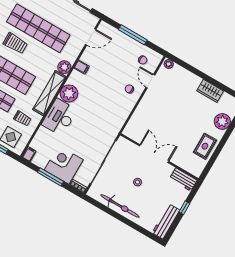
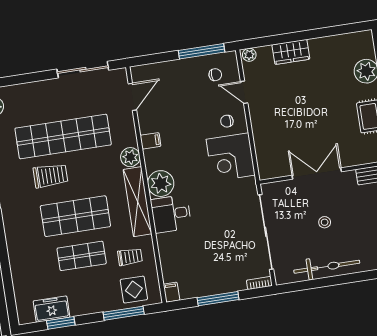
window: (133, 35) -> (202, 51), moved
wardrobe: (210, 91) -> (291, 52), moved
desk: (59, 117) -> (171, 214), width x0.73
corner desk: (64, 165) -> (231, 157), moved, turned -90

